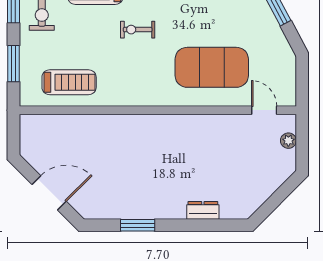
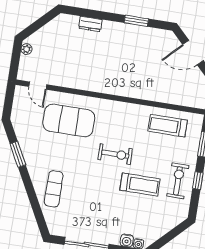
exercise bike: (138, 30) -> (115, 154), width x1.38, depth x1.39
plant: (288, 141) -> (27, 49), moved

